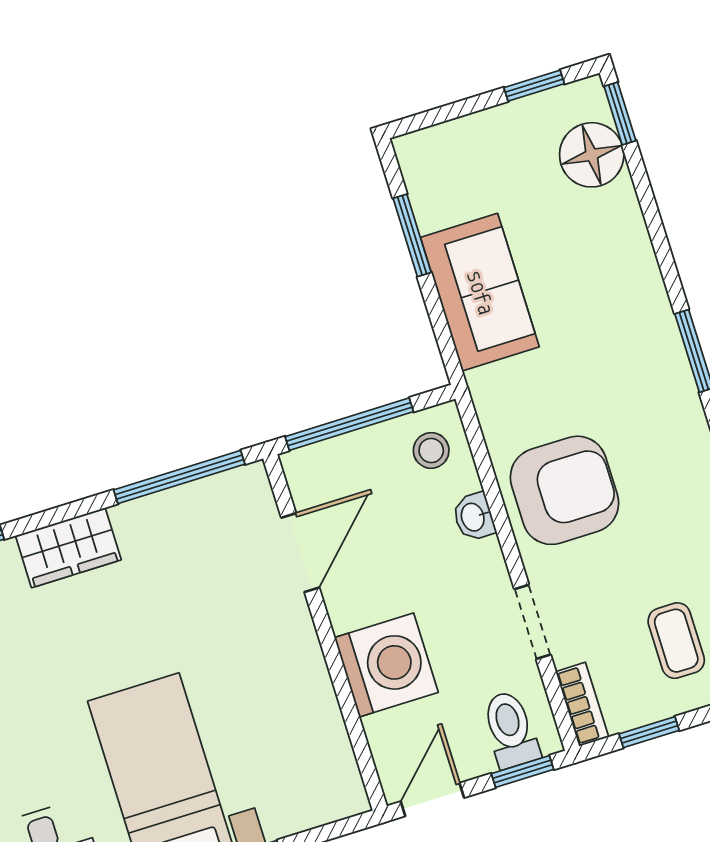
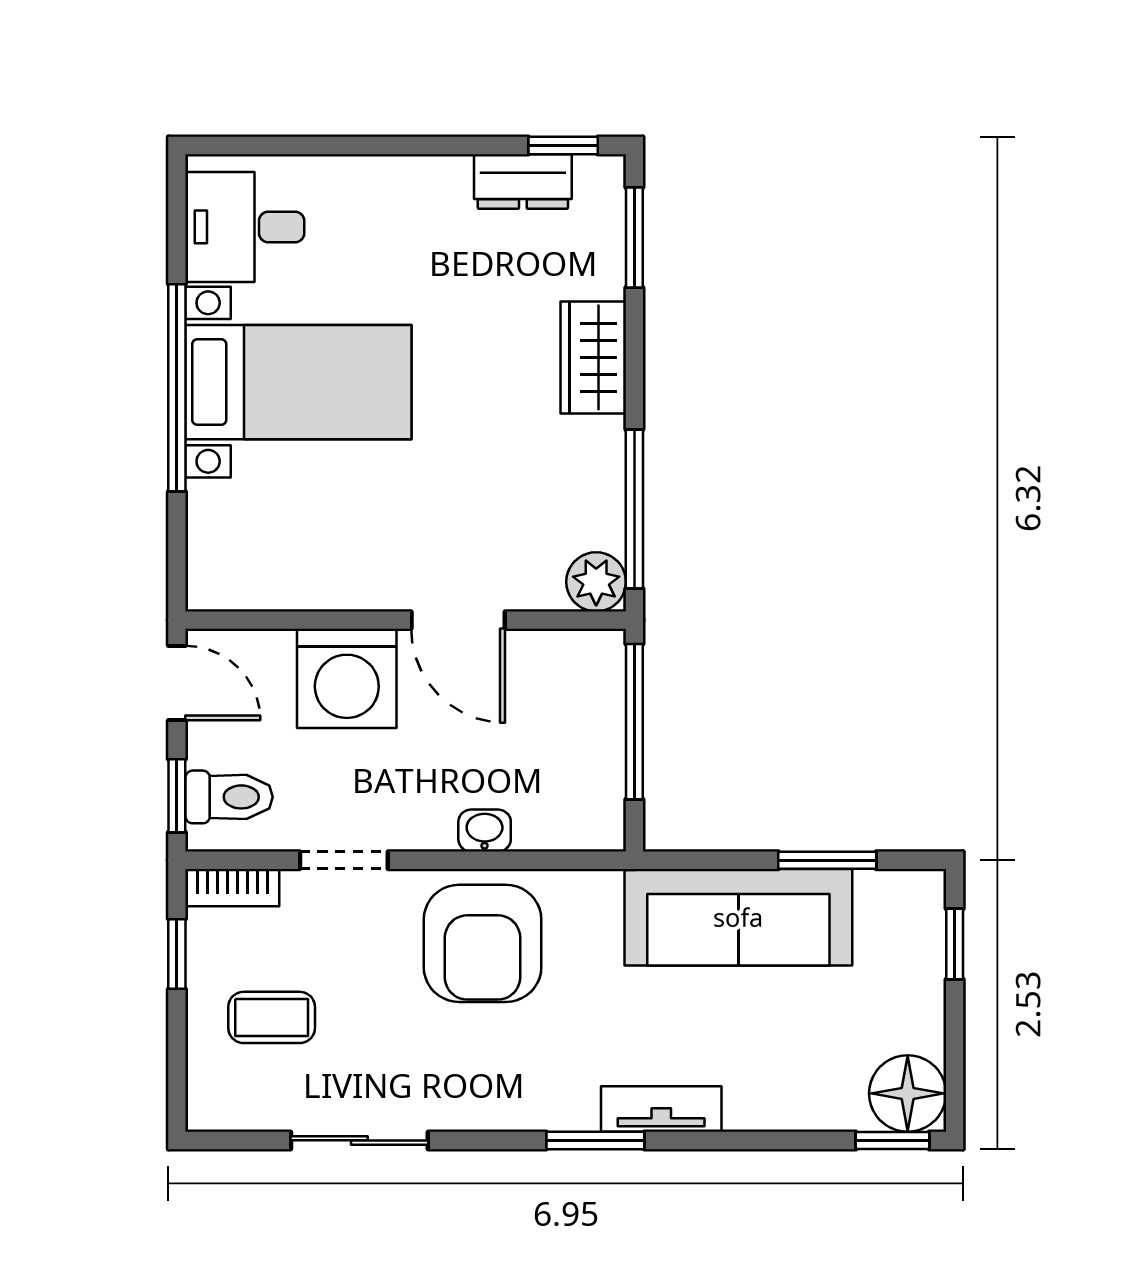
window: (534, 86) -> (955, 944), moved
floor lamp: (592, 155) -> (908, 1093), moved
sofa: (480, 292) -> (738, 917), width x1.36
tv unit: (652, 306) -> (661, 1109), added
stool: (431, 450) -> (575, 806), removed
plant: (247, 490) -> (596, 582), added
door: (300, 553) -> (458, 620), moved

